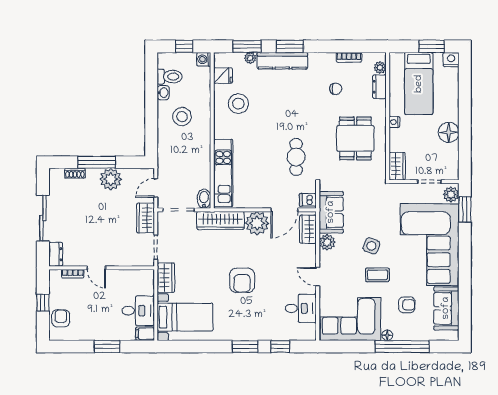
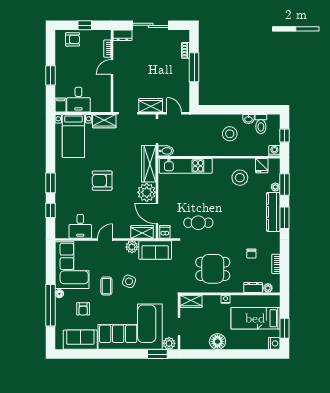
plant: (111, 179) -> (181, 78), removed

